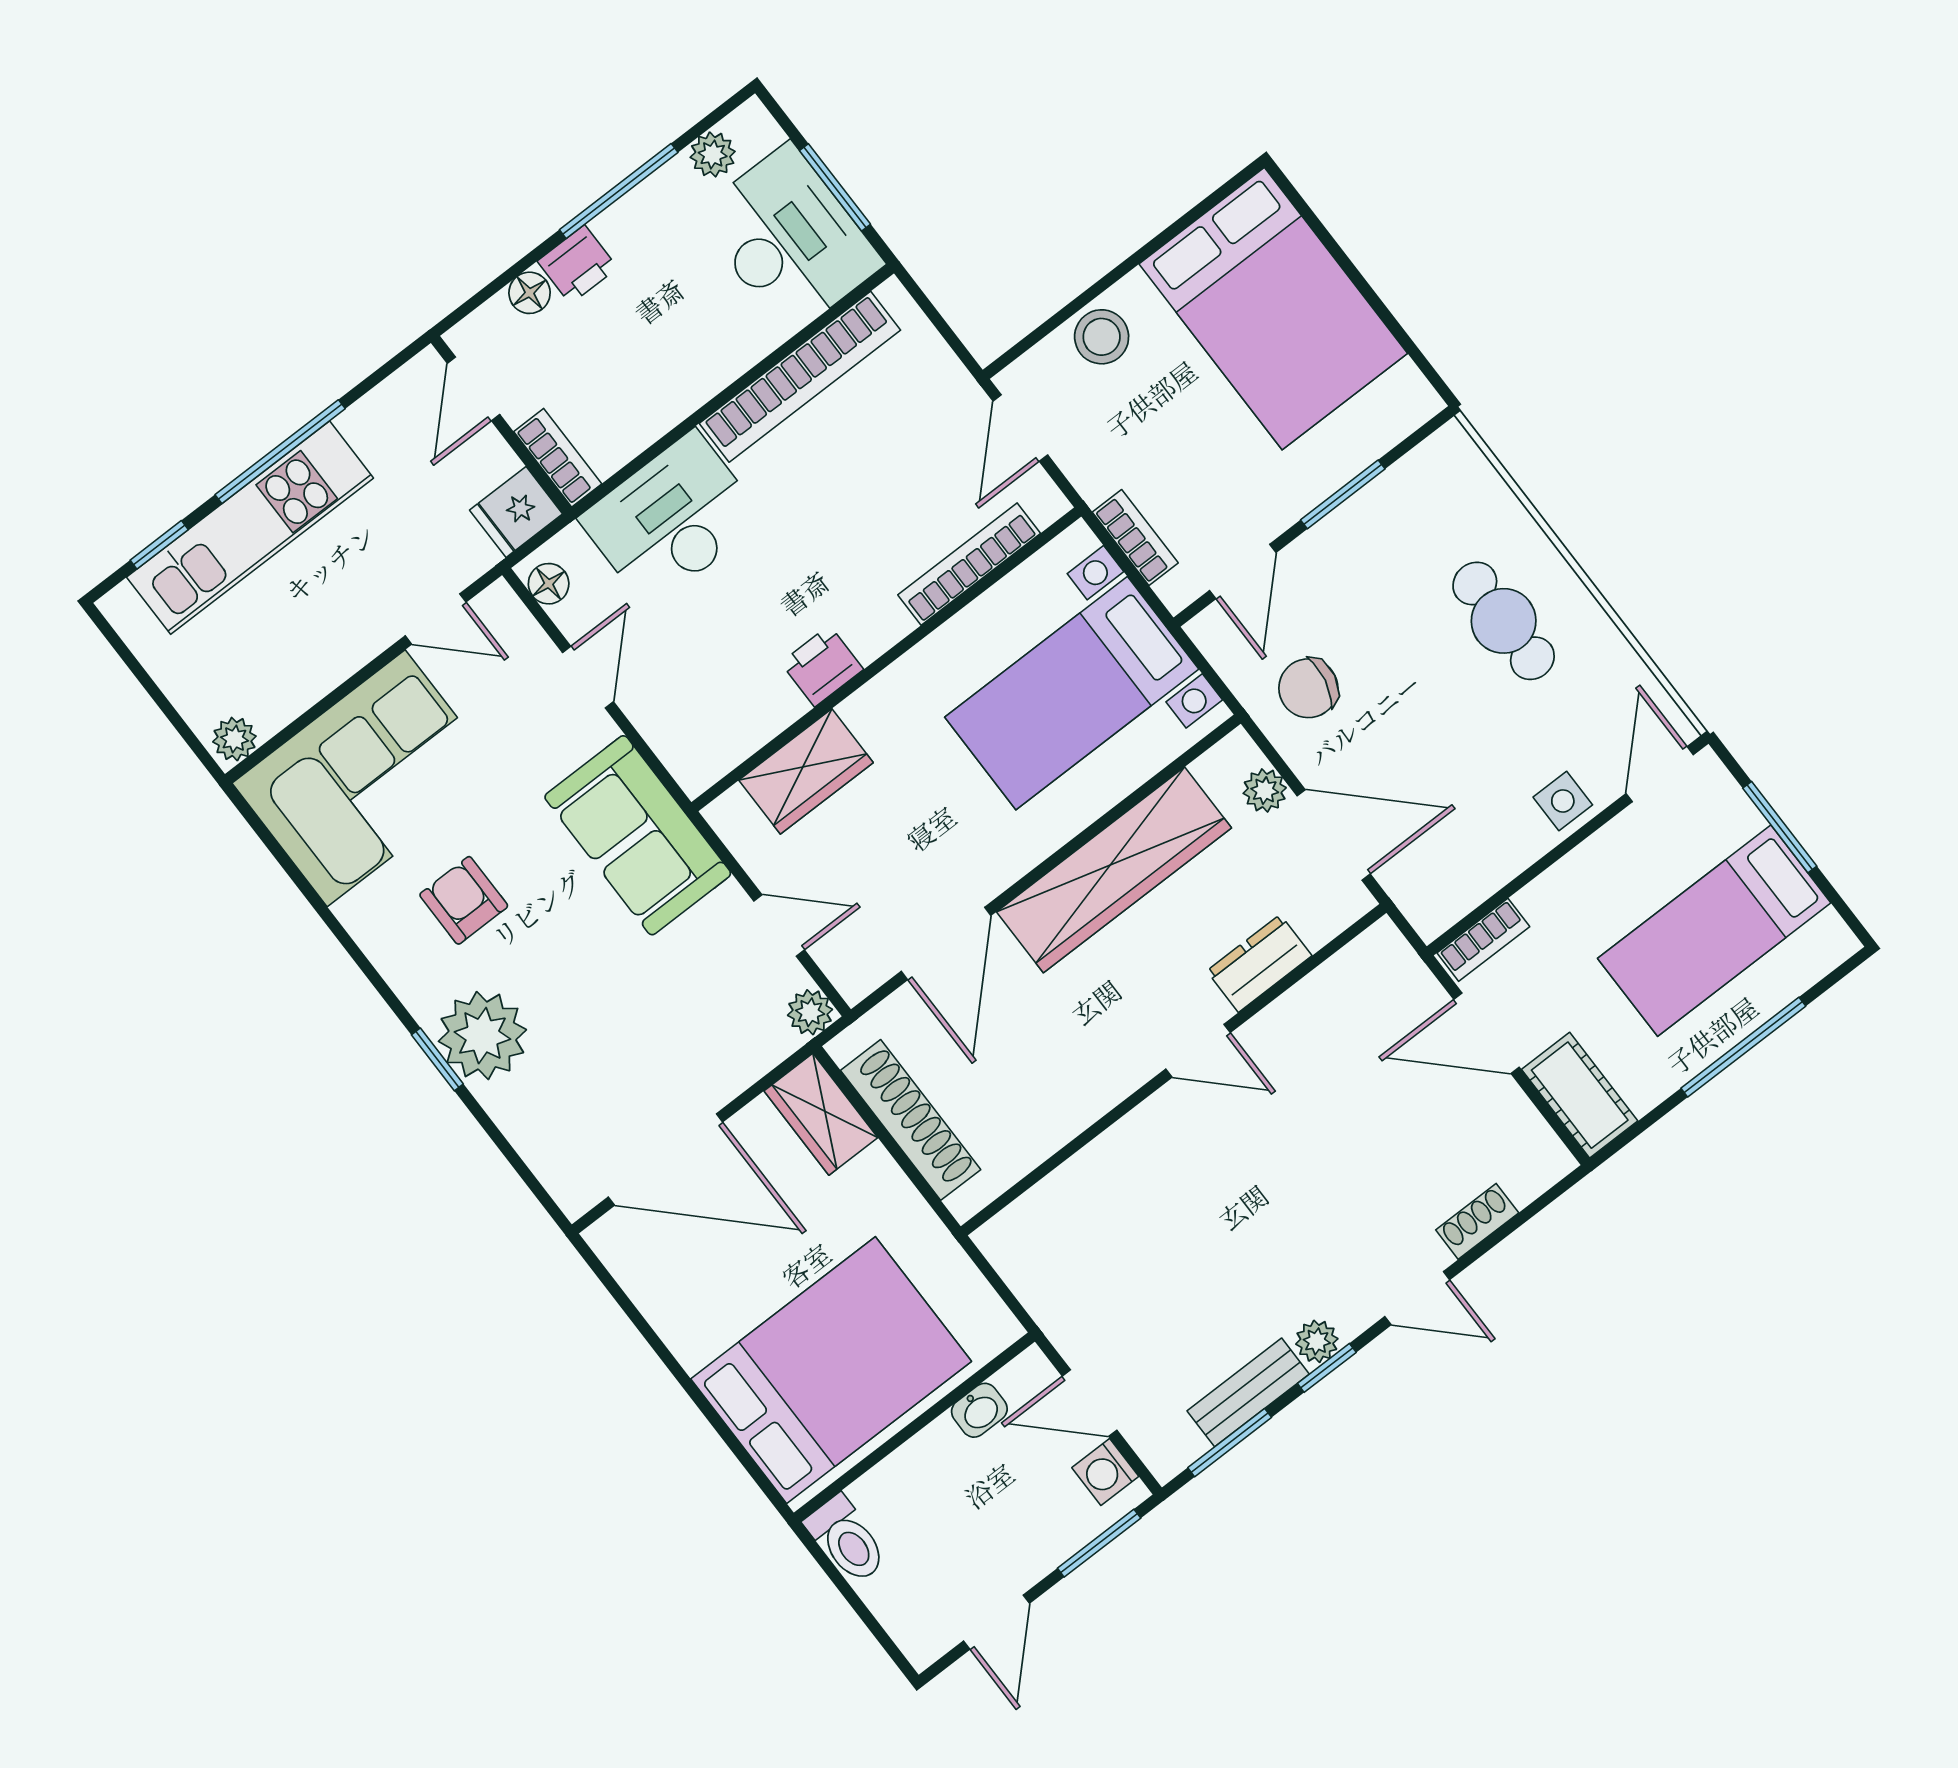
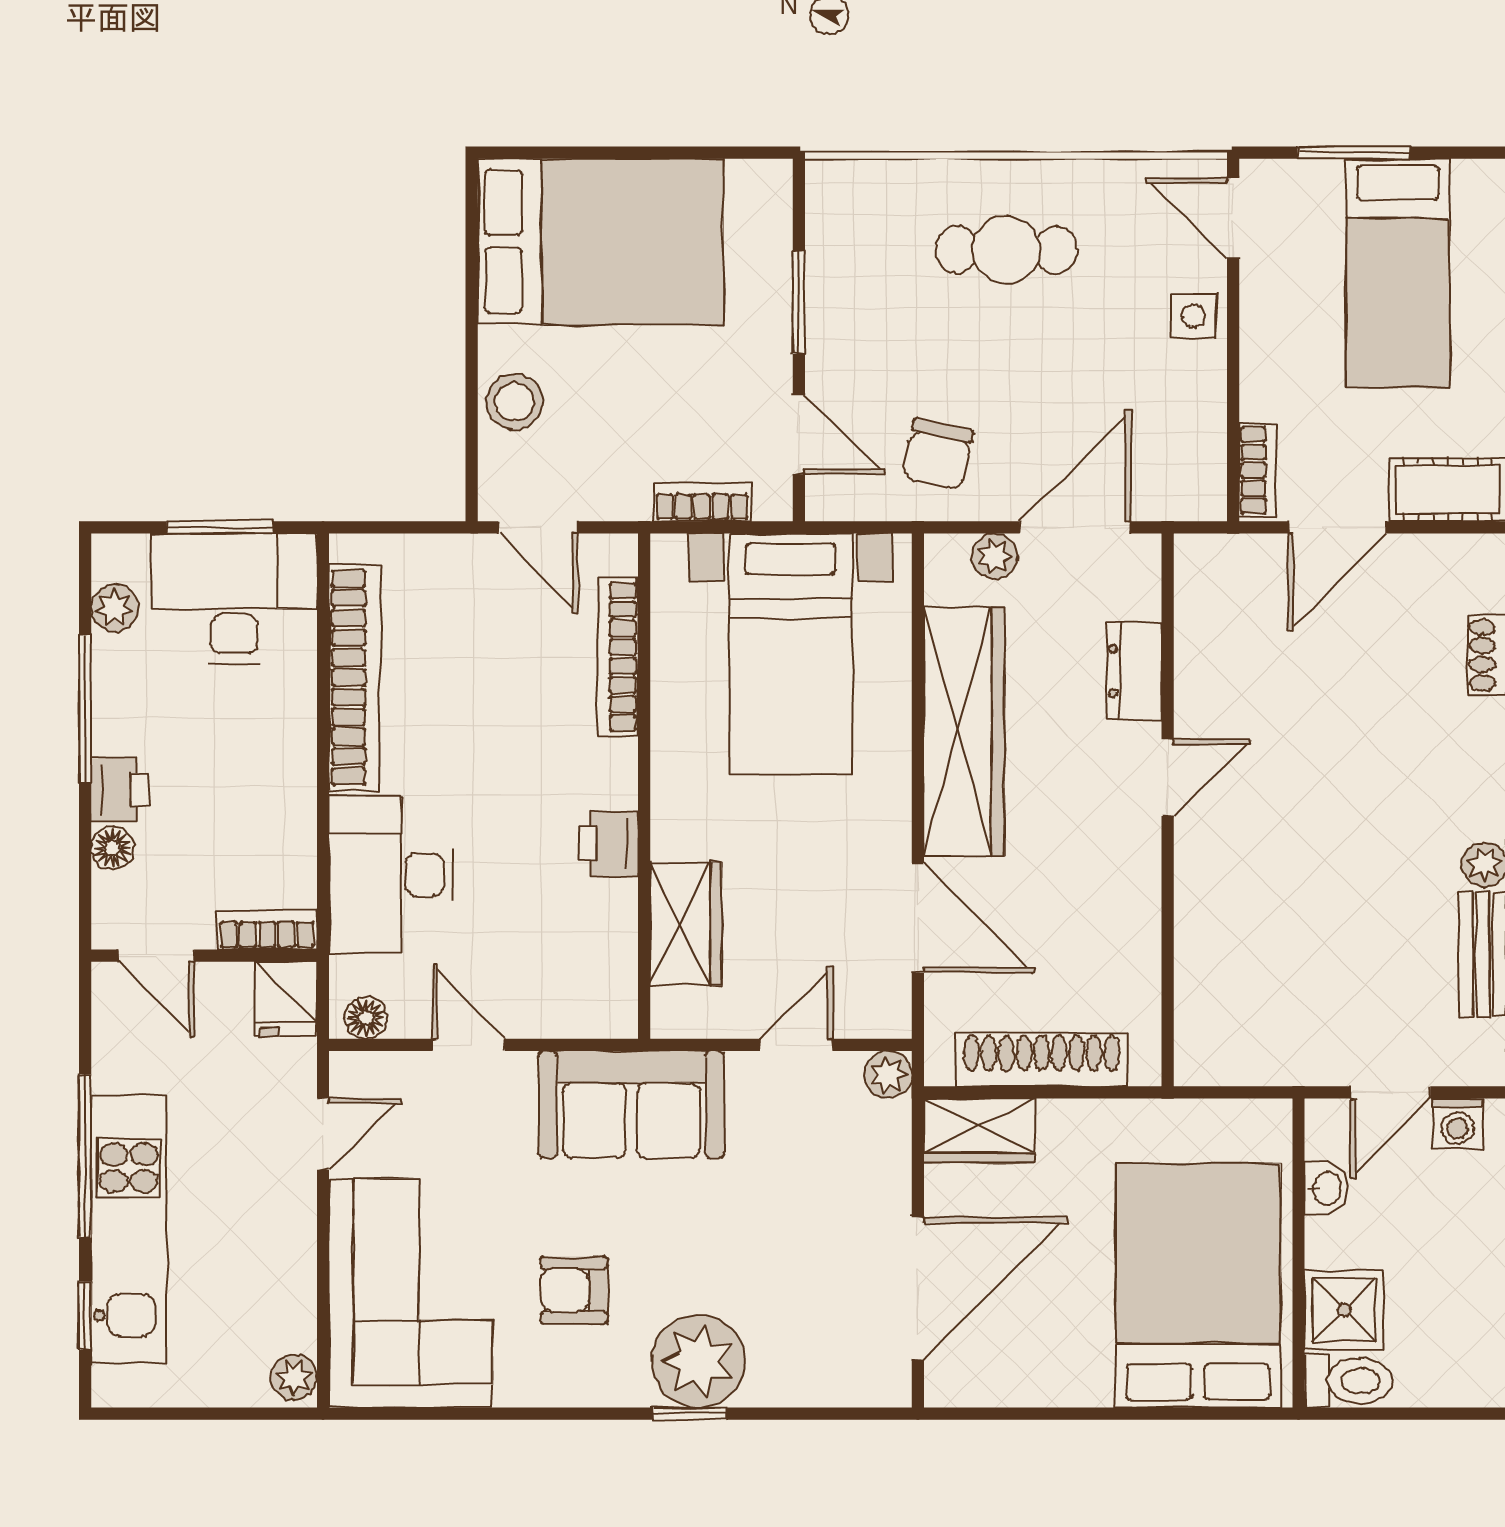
shower: (898, 1495) -> (1344, 1310), added

